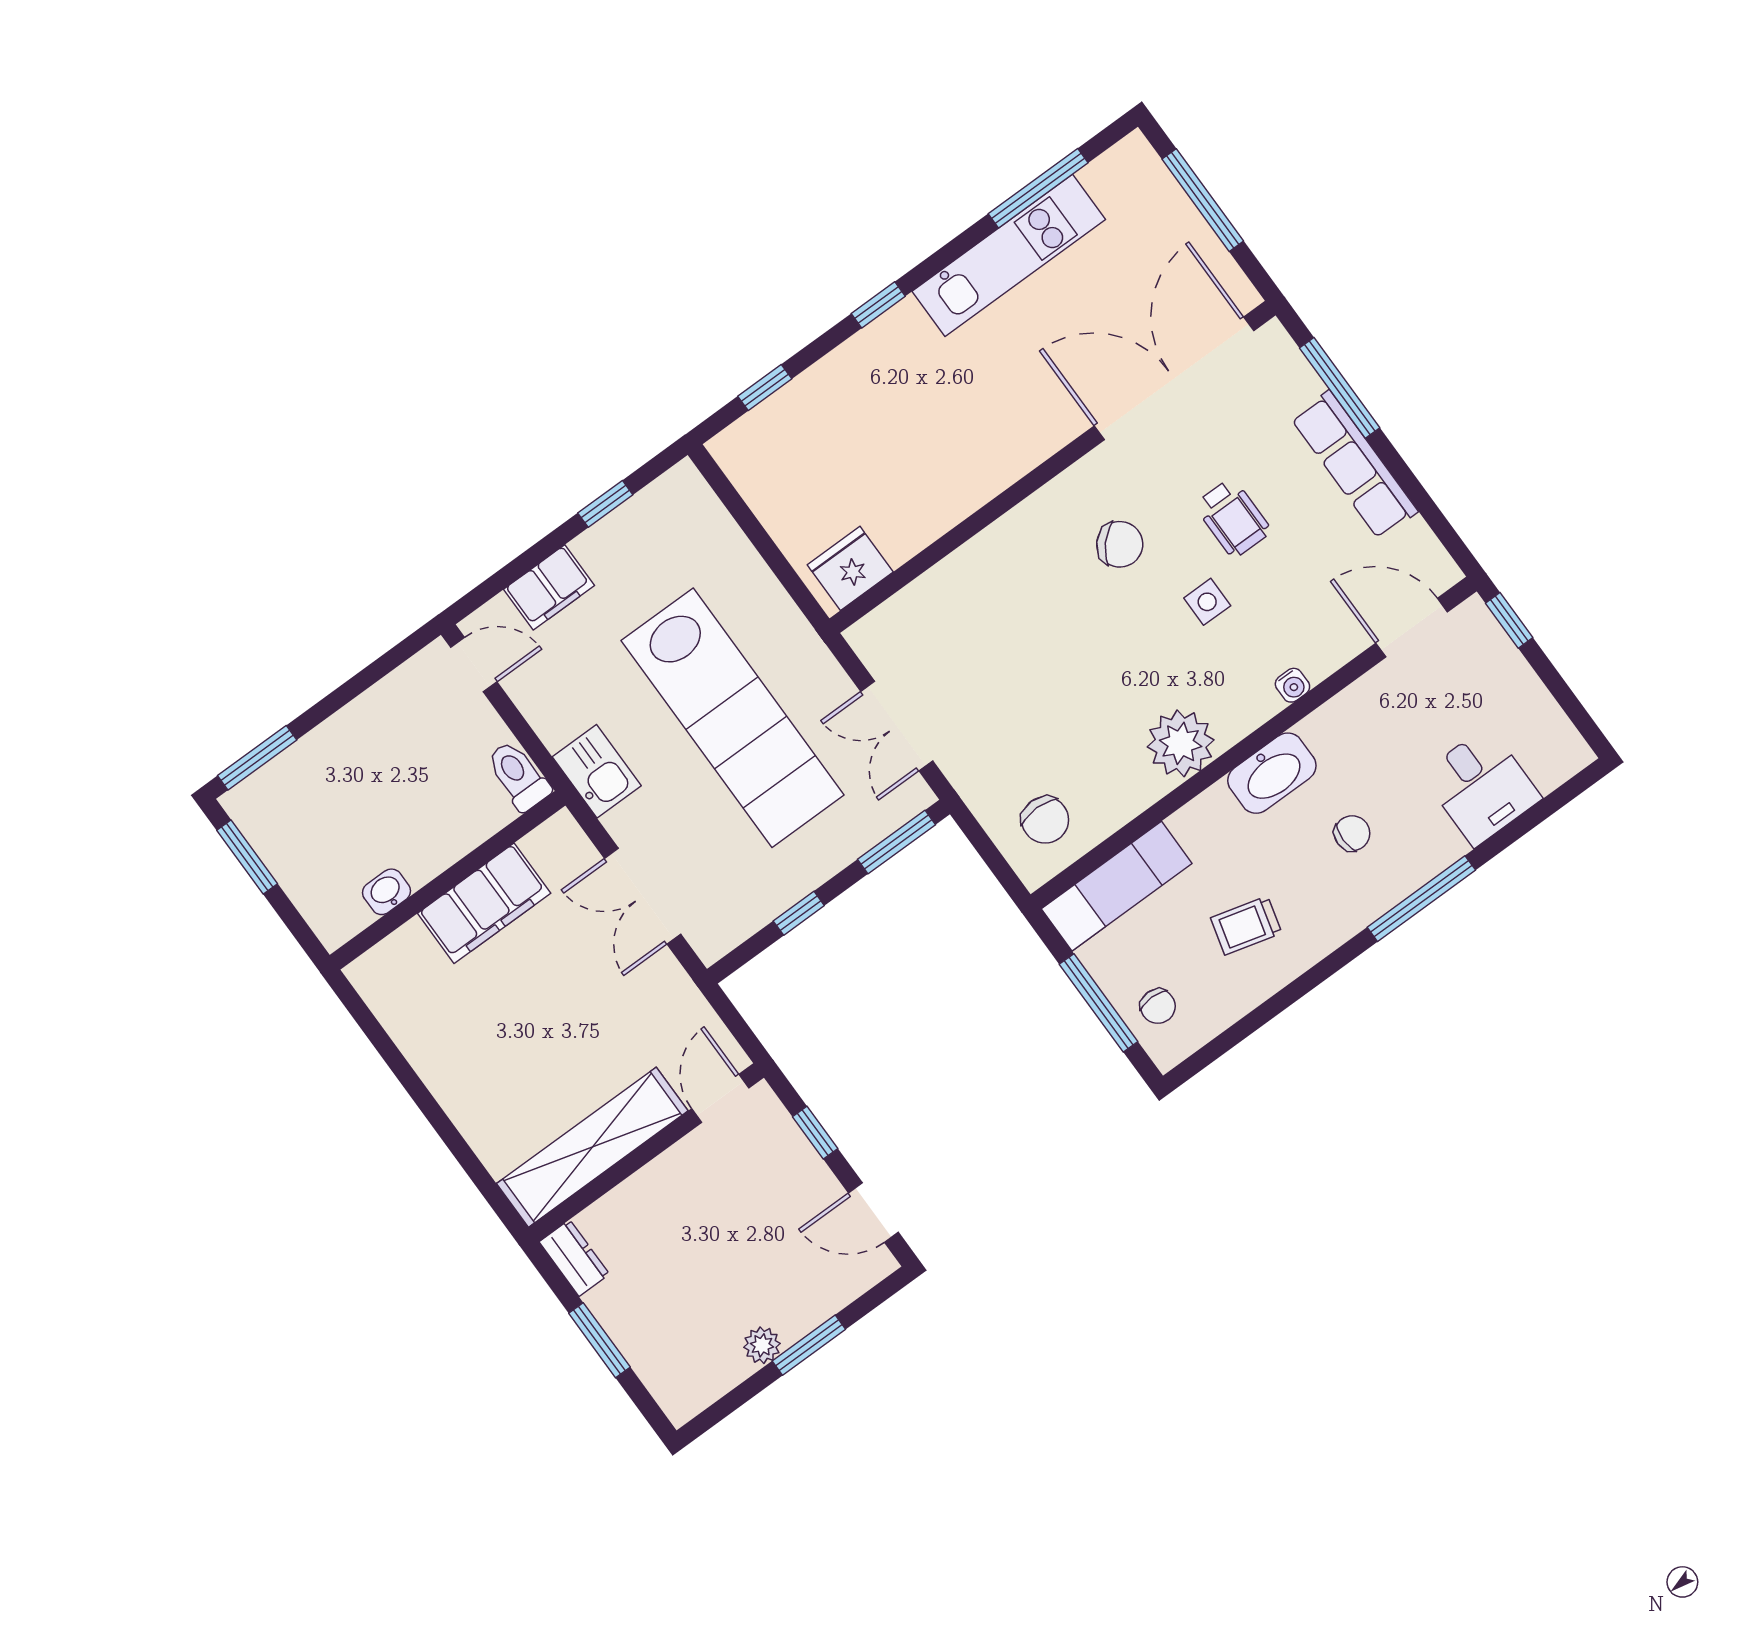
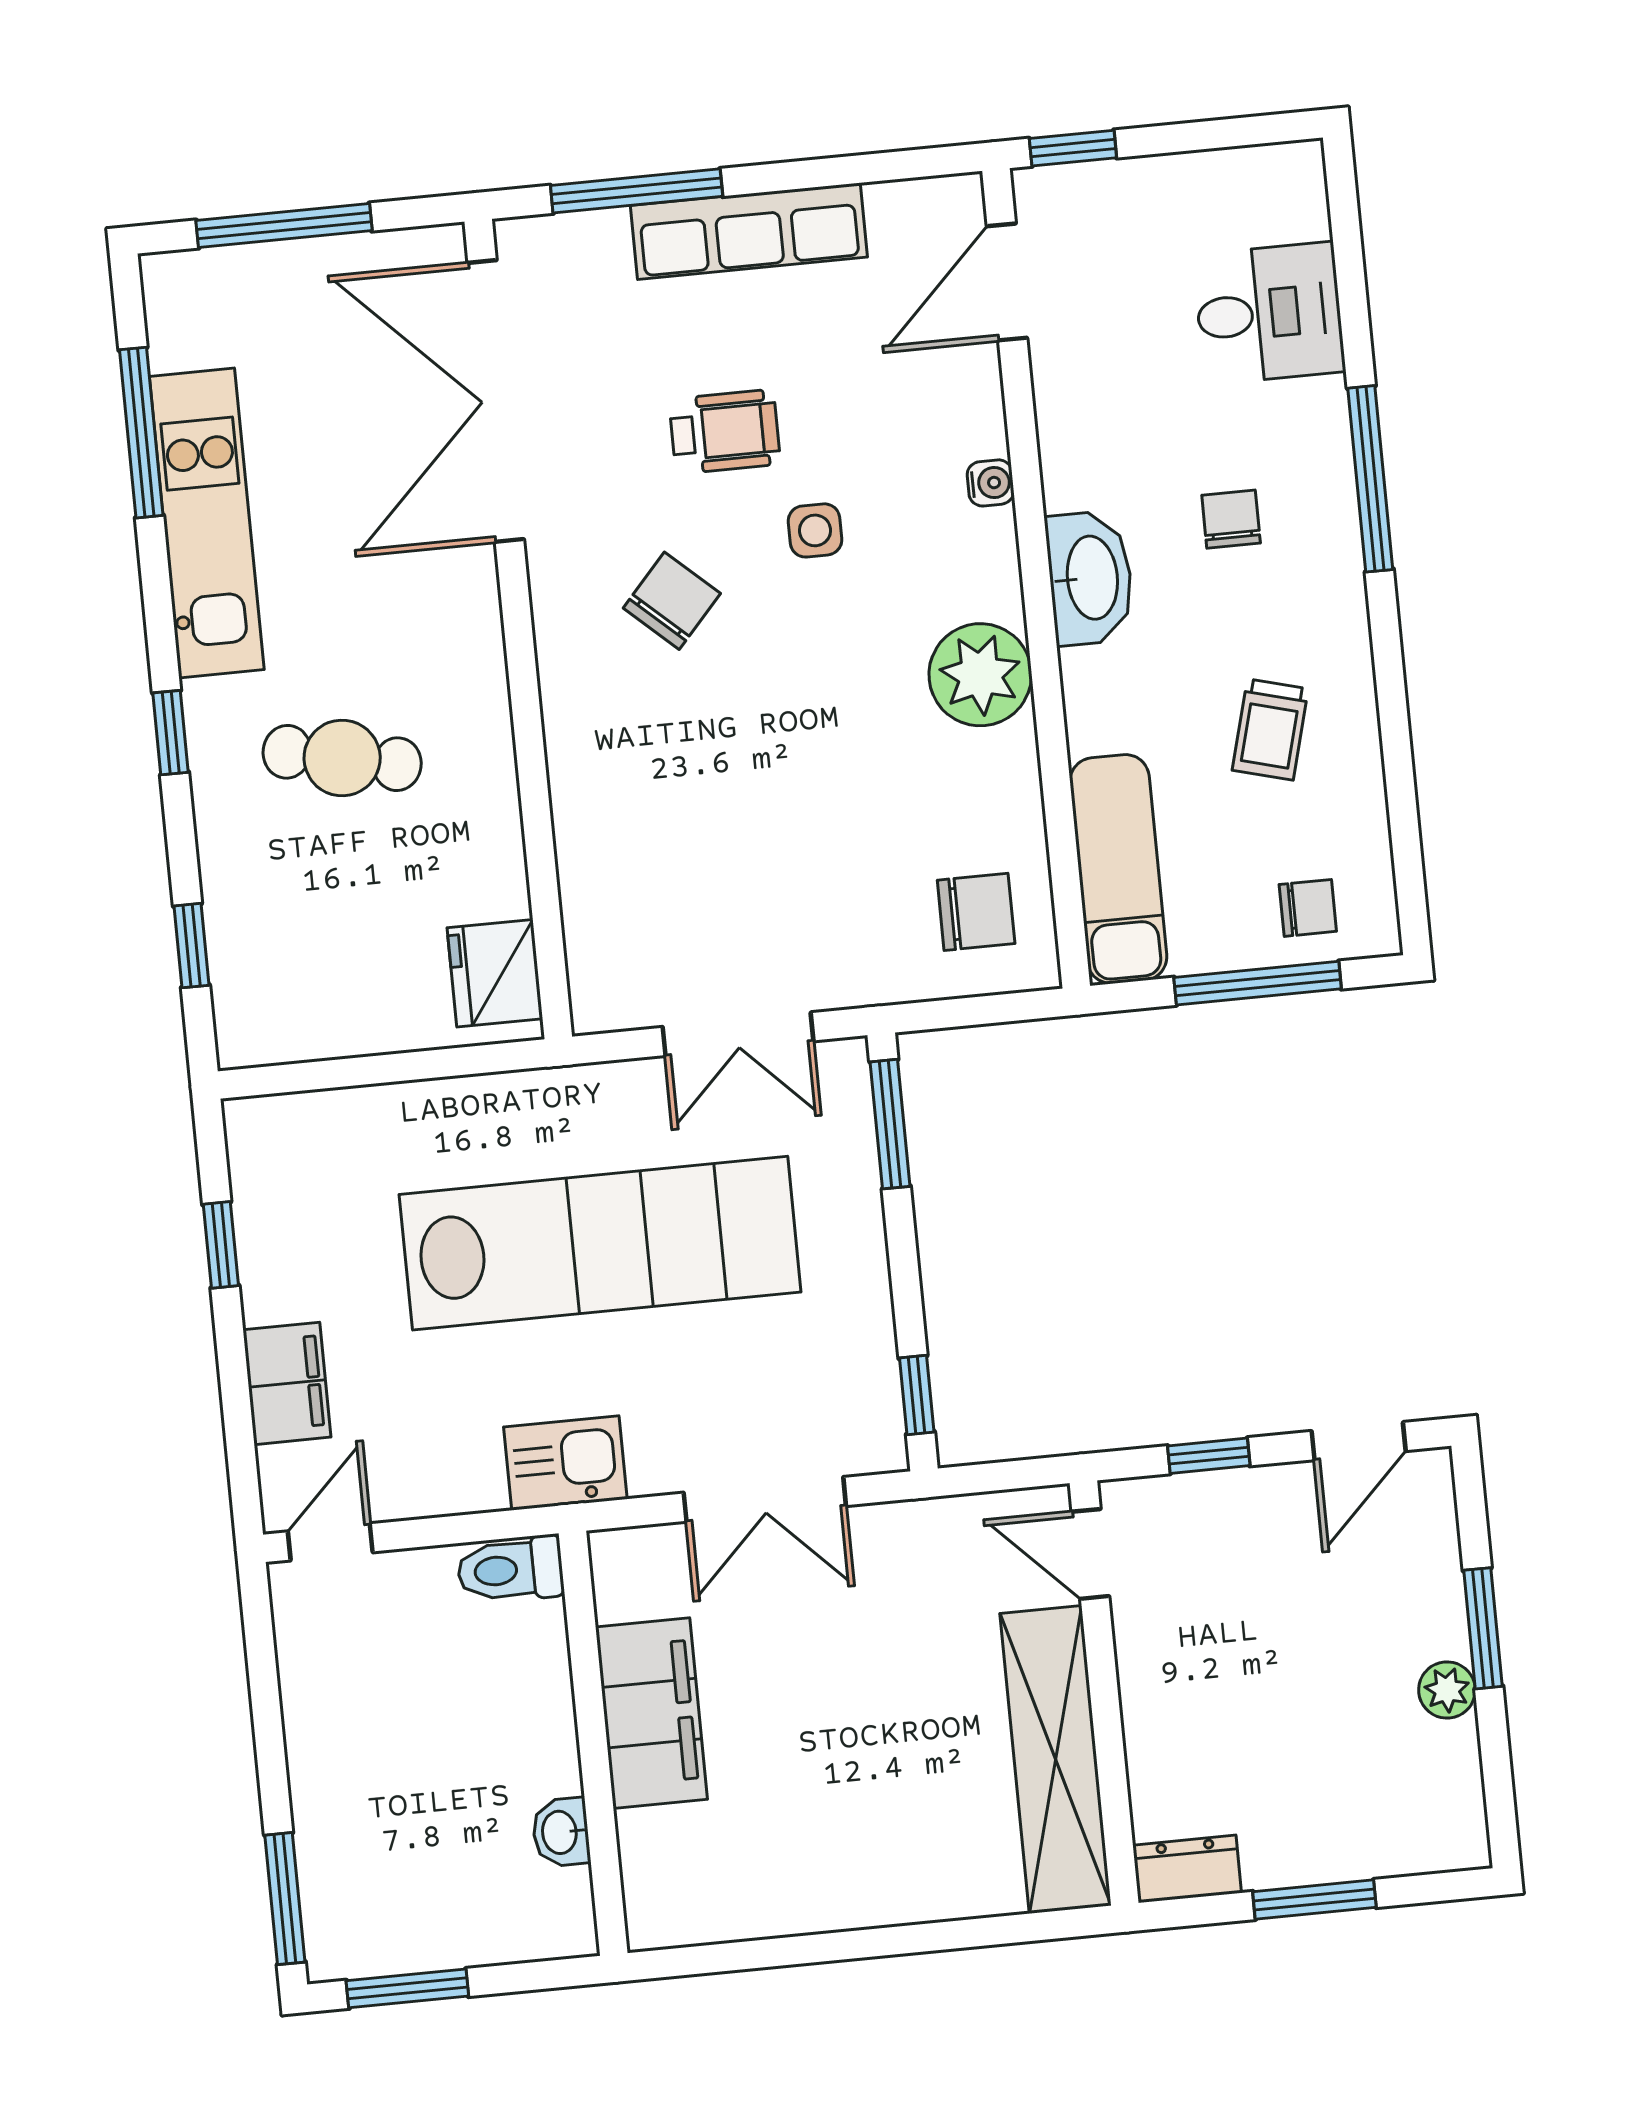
cafe table: (921, 410) -> (342, 758), added
window: (799, 913) -> (917, 1395), moved

